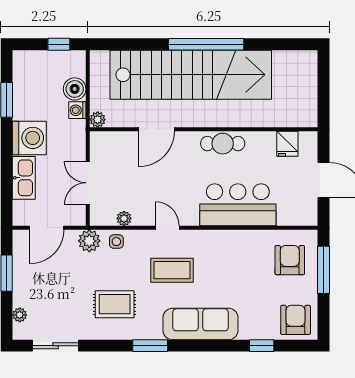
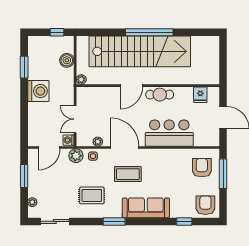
washing machine: (77, 110) -> (69, 140), moved
door: (156, 129) -> (131, 86), moved
kitchen sink: (24, 178) -> (35, 116), removed
door: (167, 228) -> (125, 147), width x1.87

